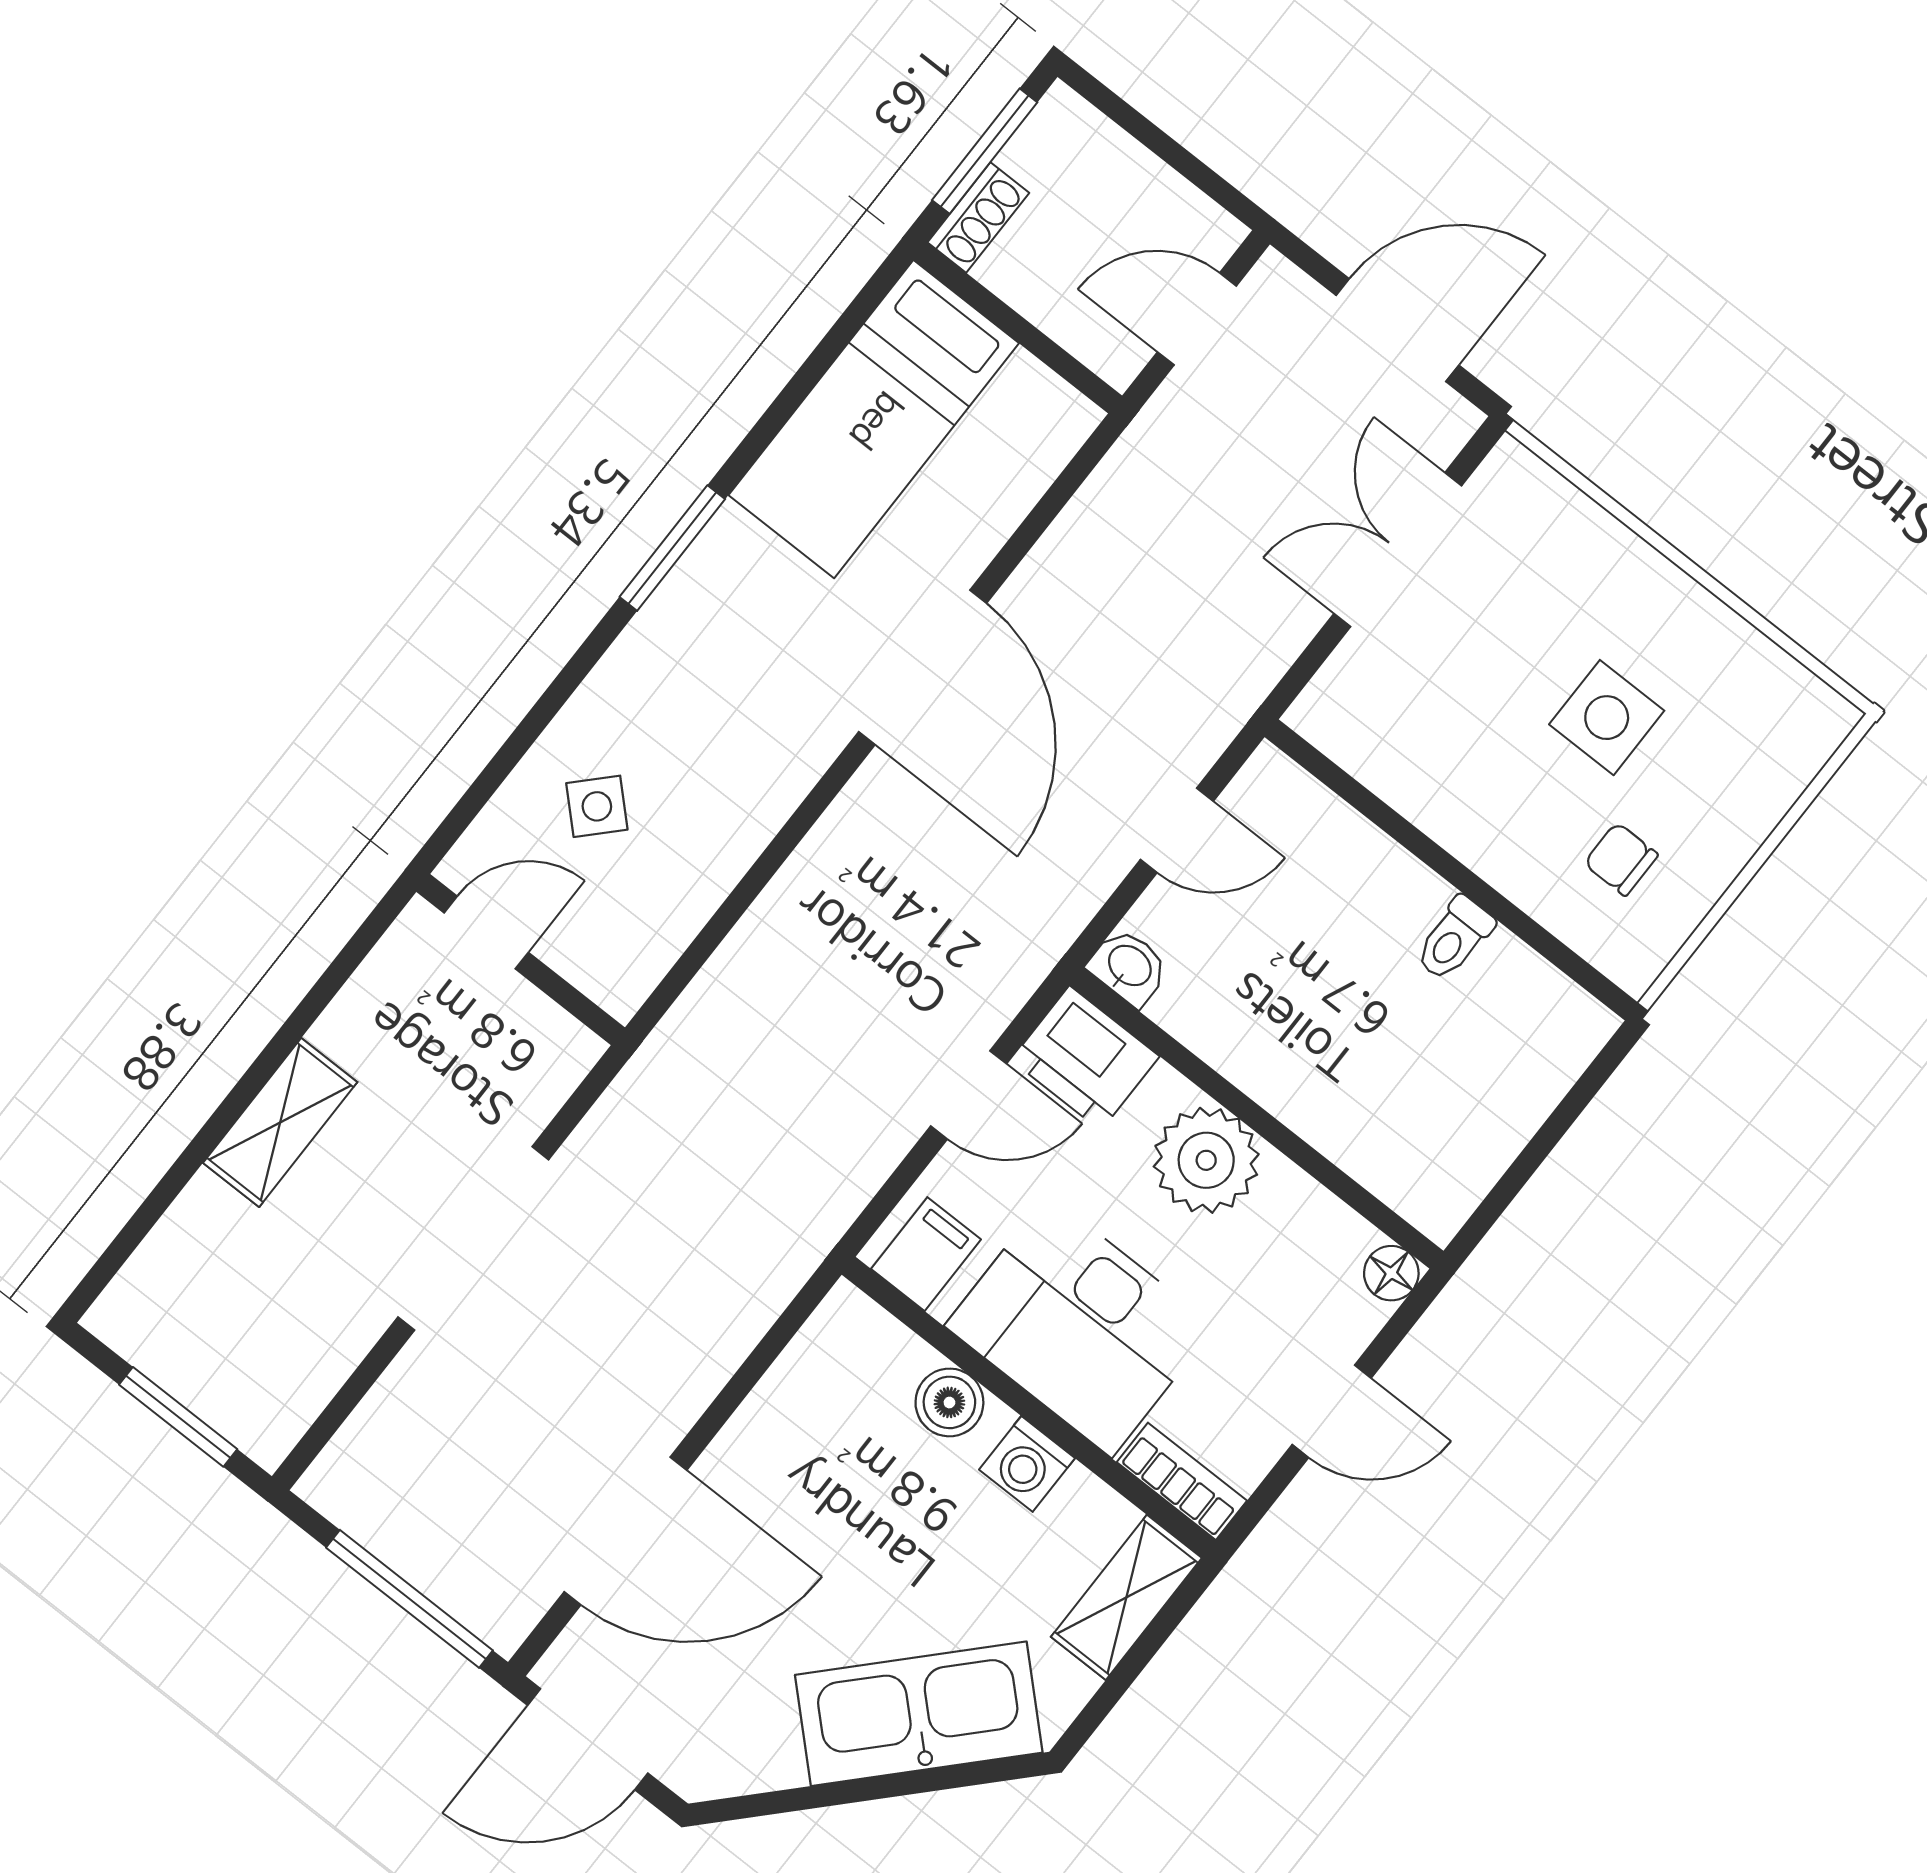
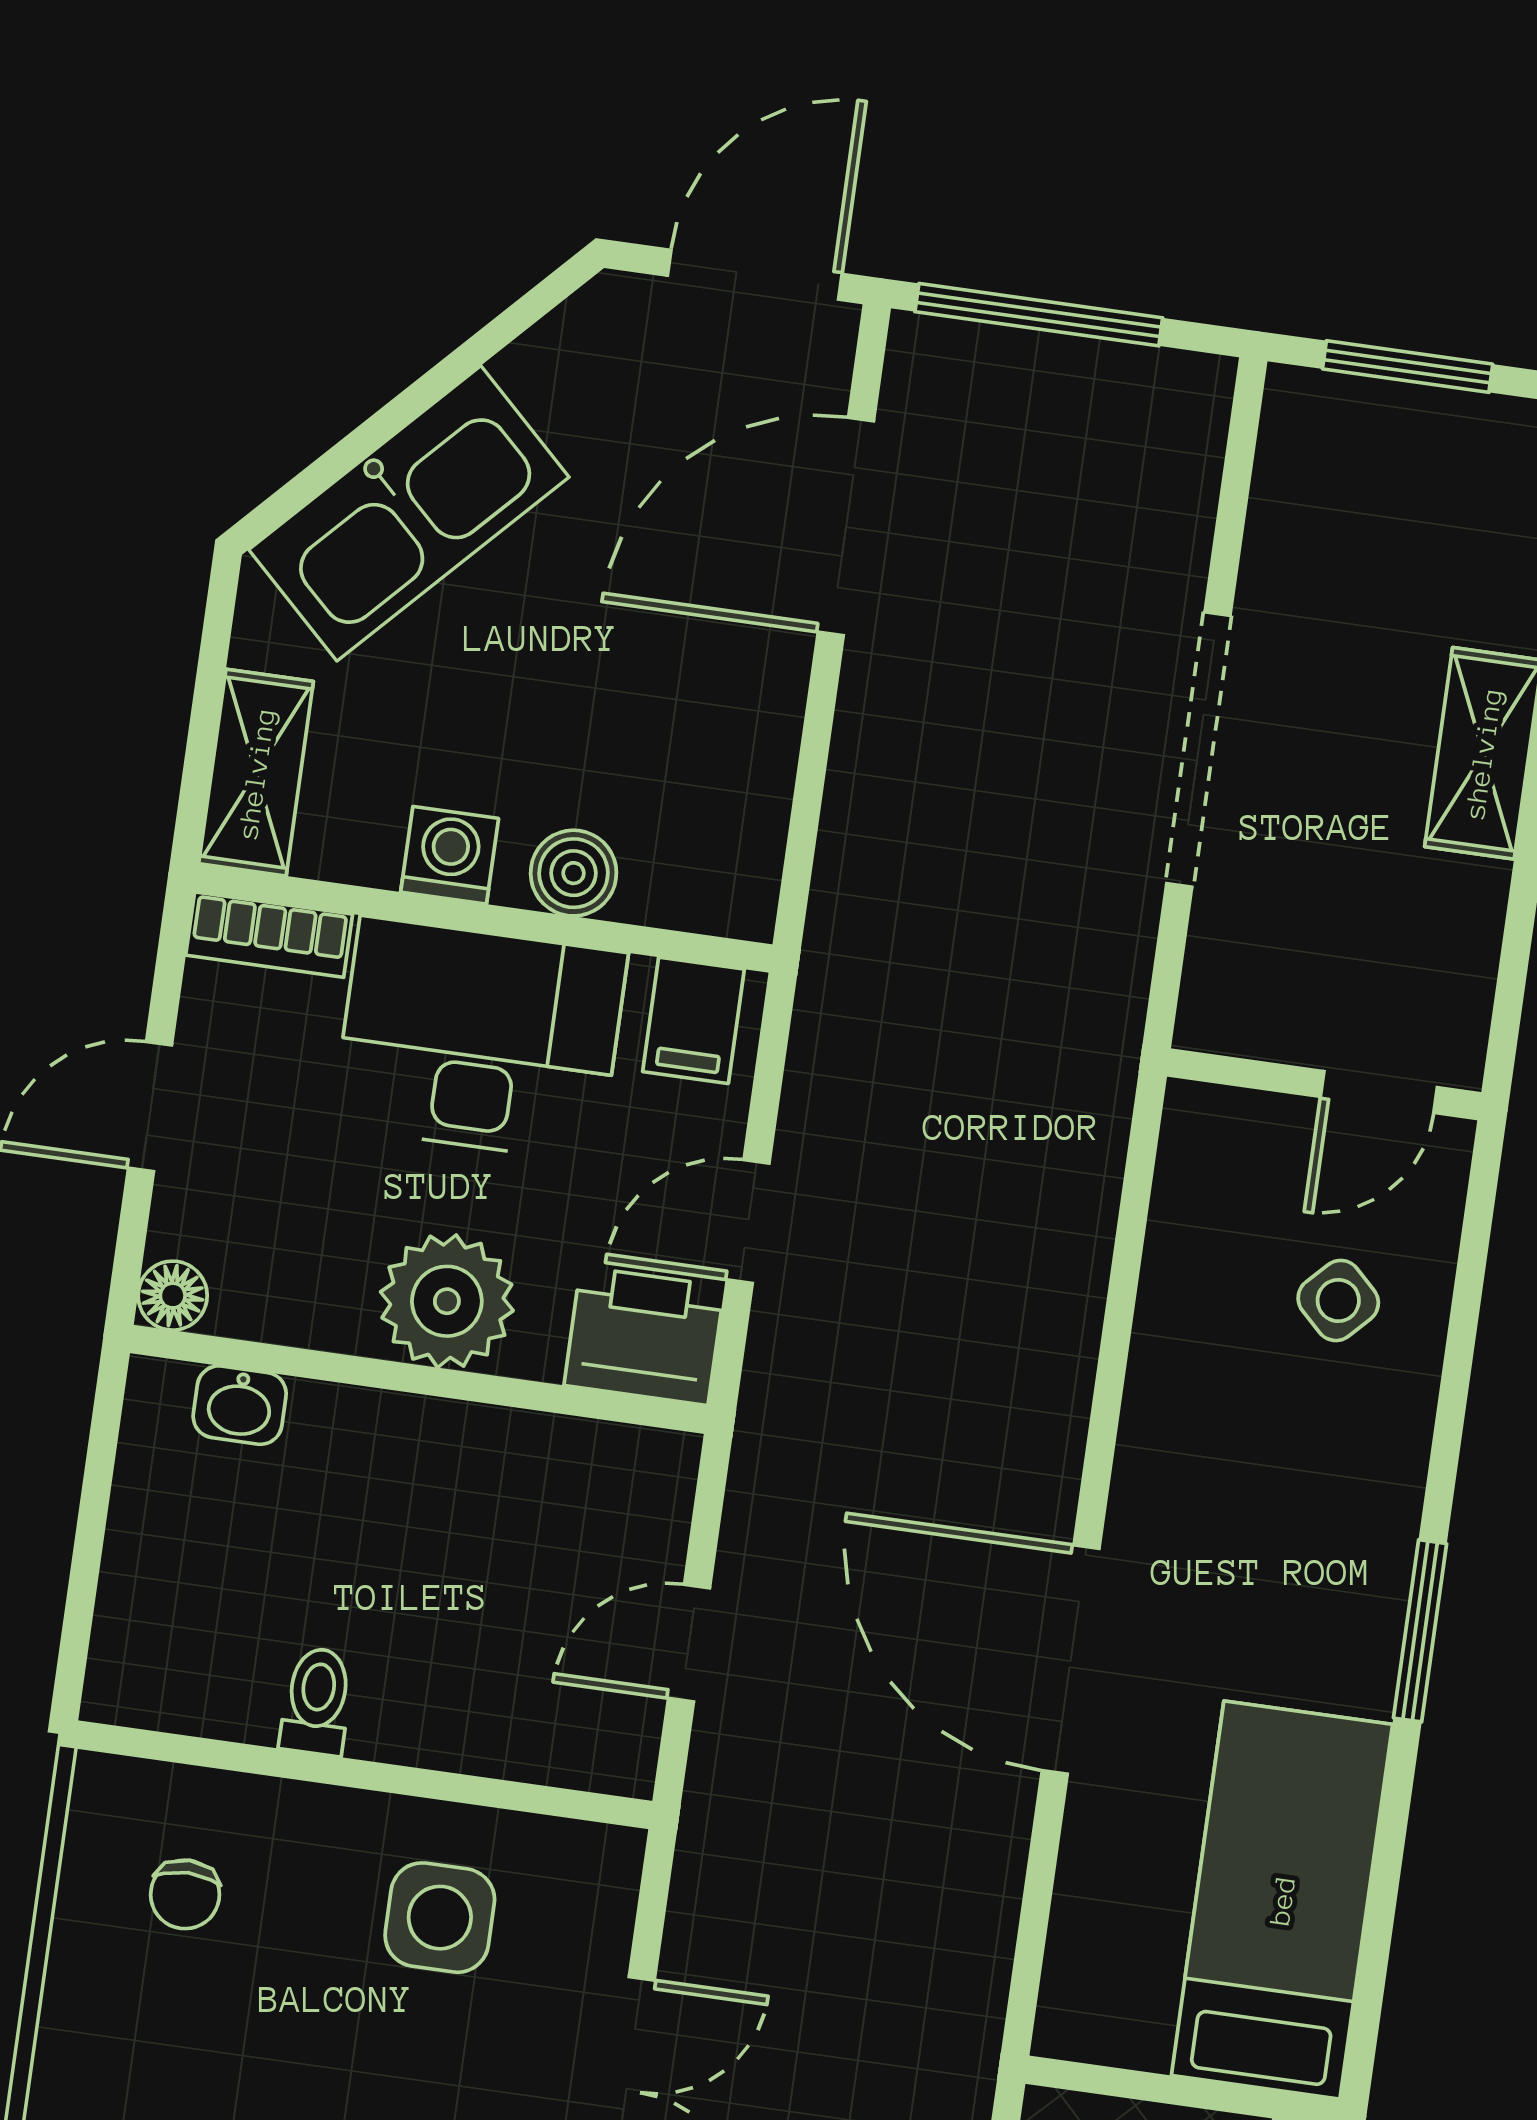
side table: (1607, 718) -> (440, 1918), moved
chair: (1621, 859) -> (185, 1894), turned 90
washbasin: (1129, 967) -> (240, 1405), moved

